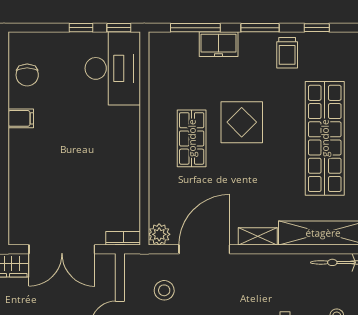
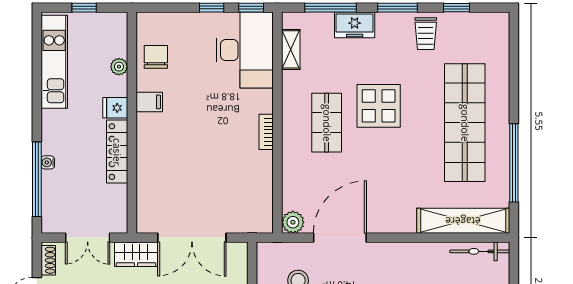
chair: (27, 75) -> (156, 57), turned 180
shelving: (258, 236) -> (291, 49), moved, turned 90
bookcase: (123, 238) -> (266, 132), moved, turned -90

